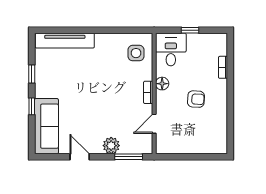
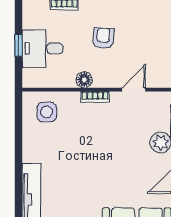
desk: (171, 50) -> (42, 49), moved
door: (154, 124) -> (134, 90), swing flipped

